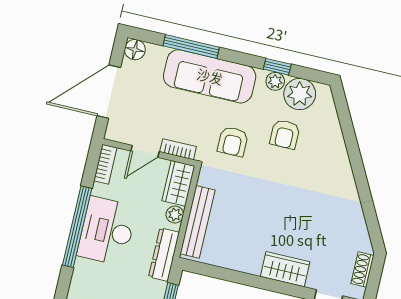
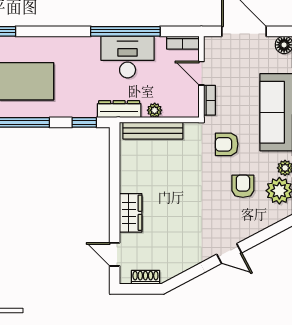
armchair: (285, 134) -> (243, 186), turned 90
door: (358, 168) -> (229, 254), added
wardrobe: (178, 183) -> (181, 107), removed

